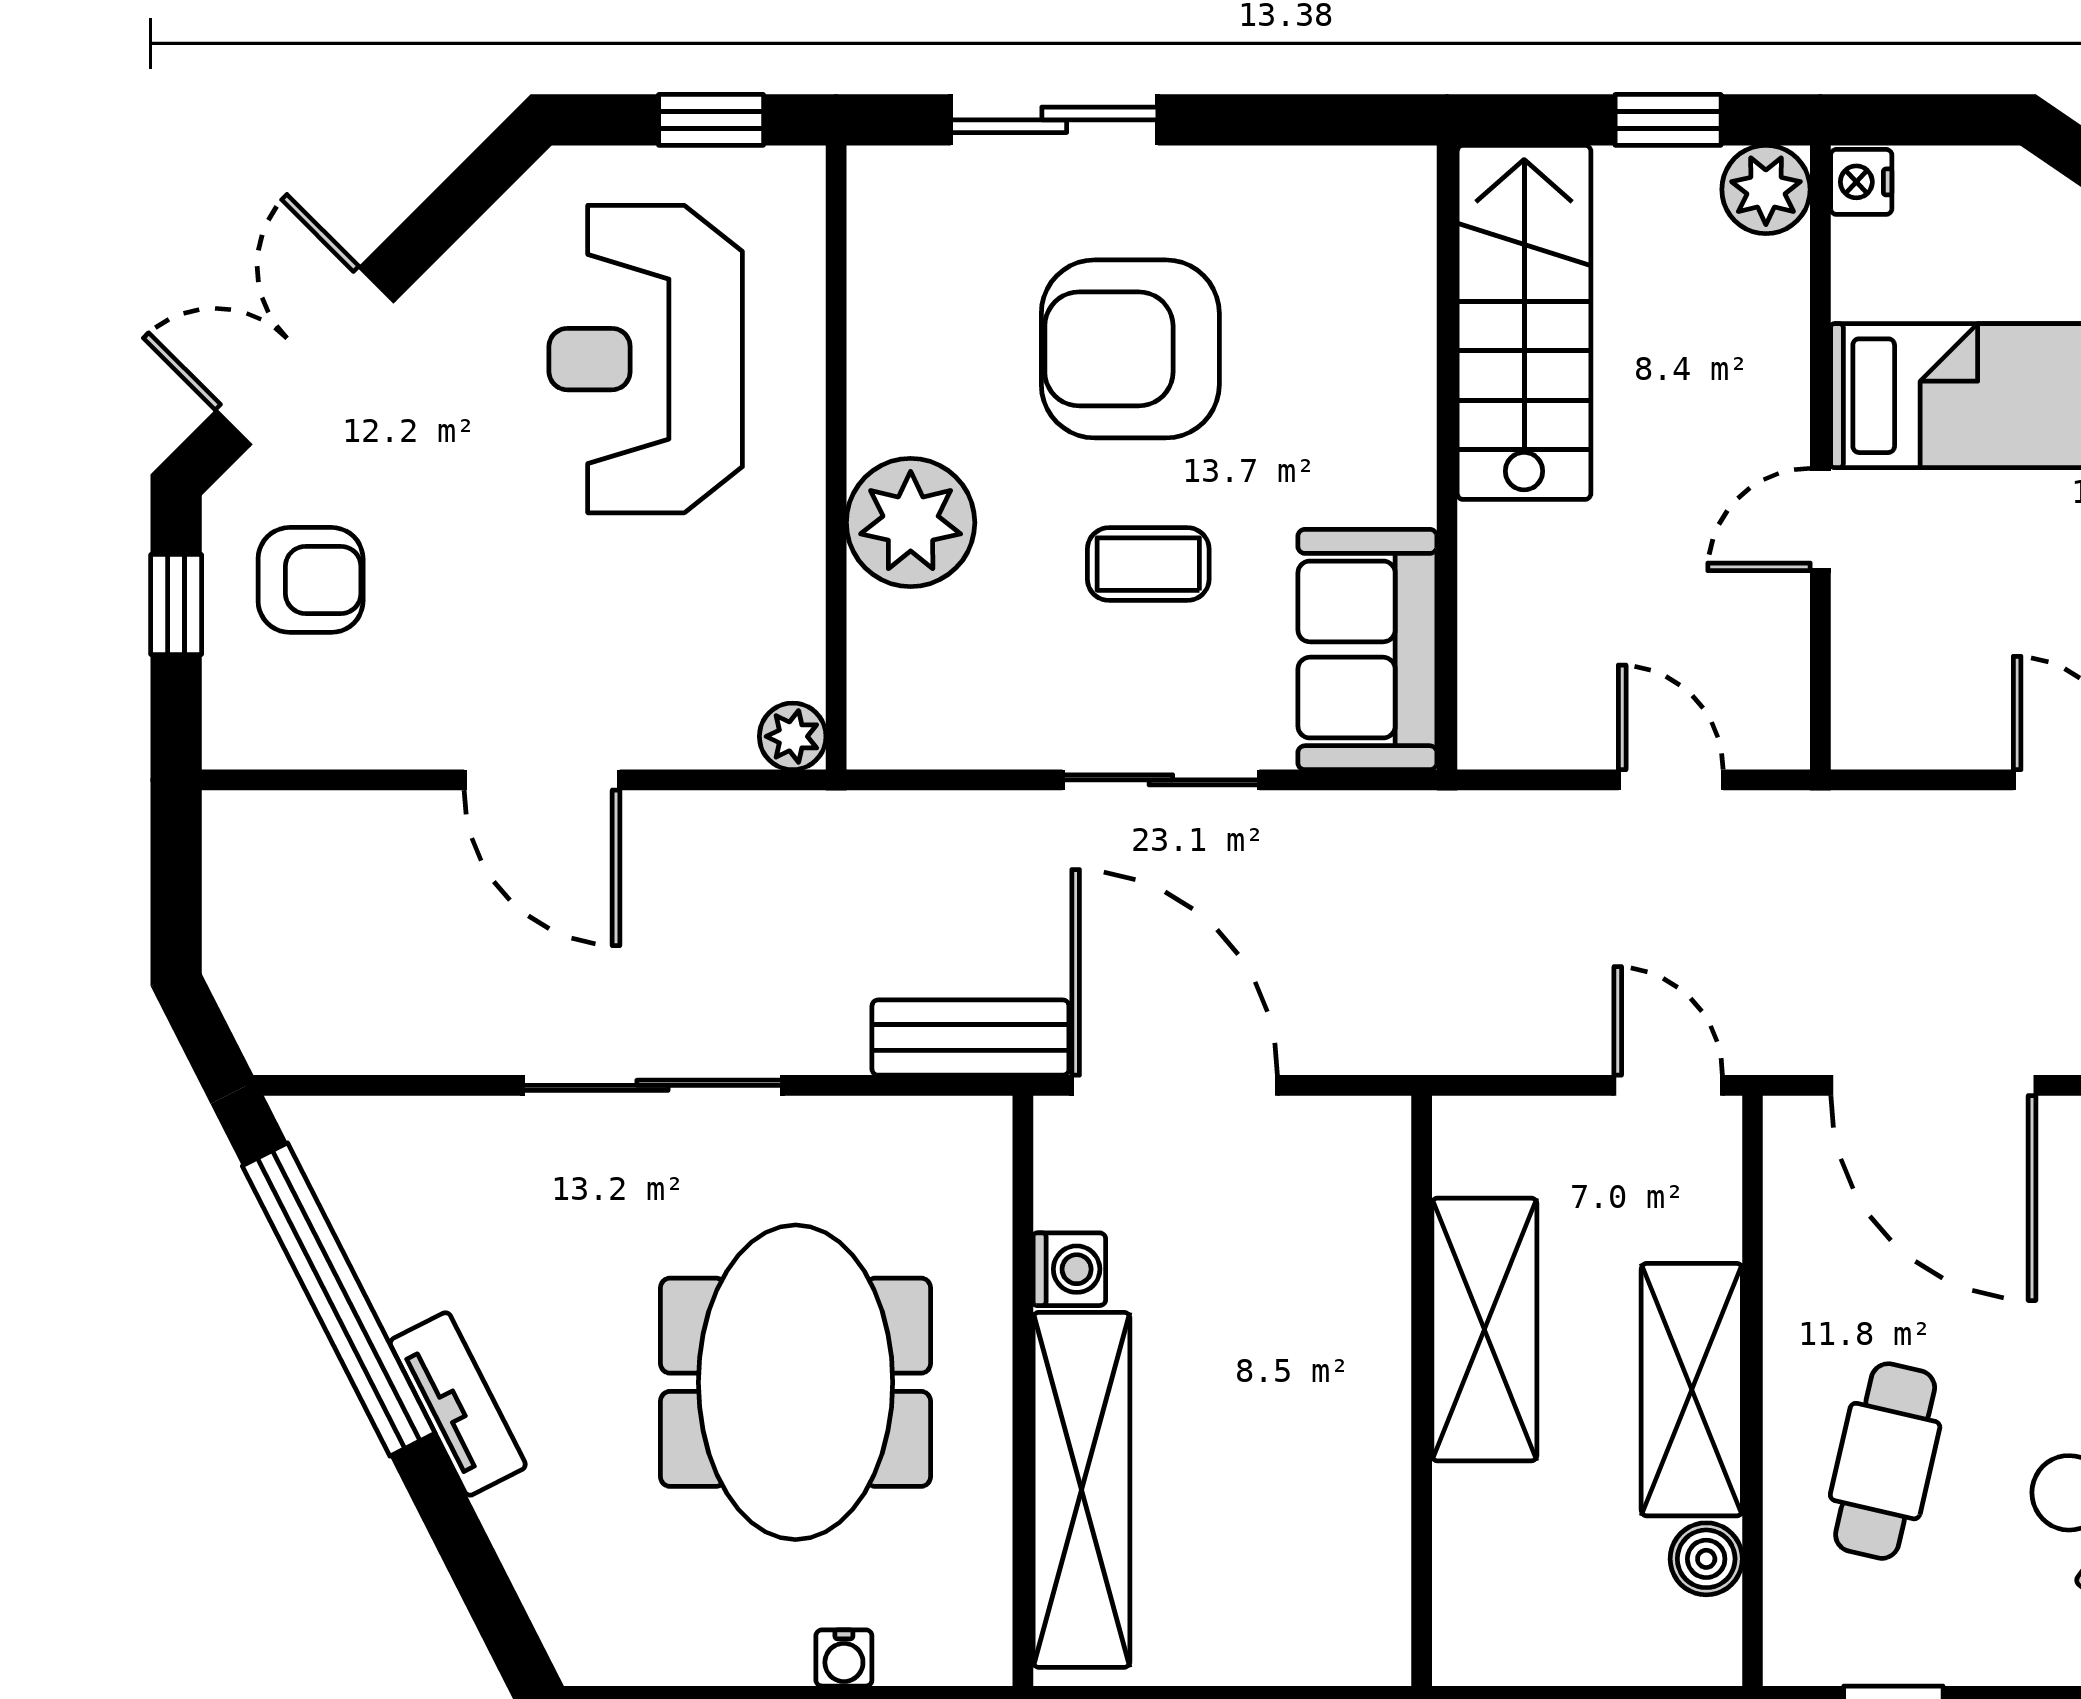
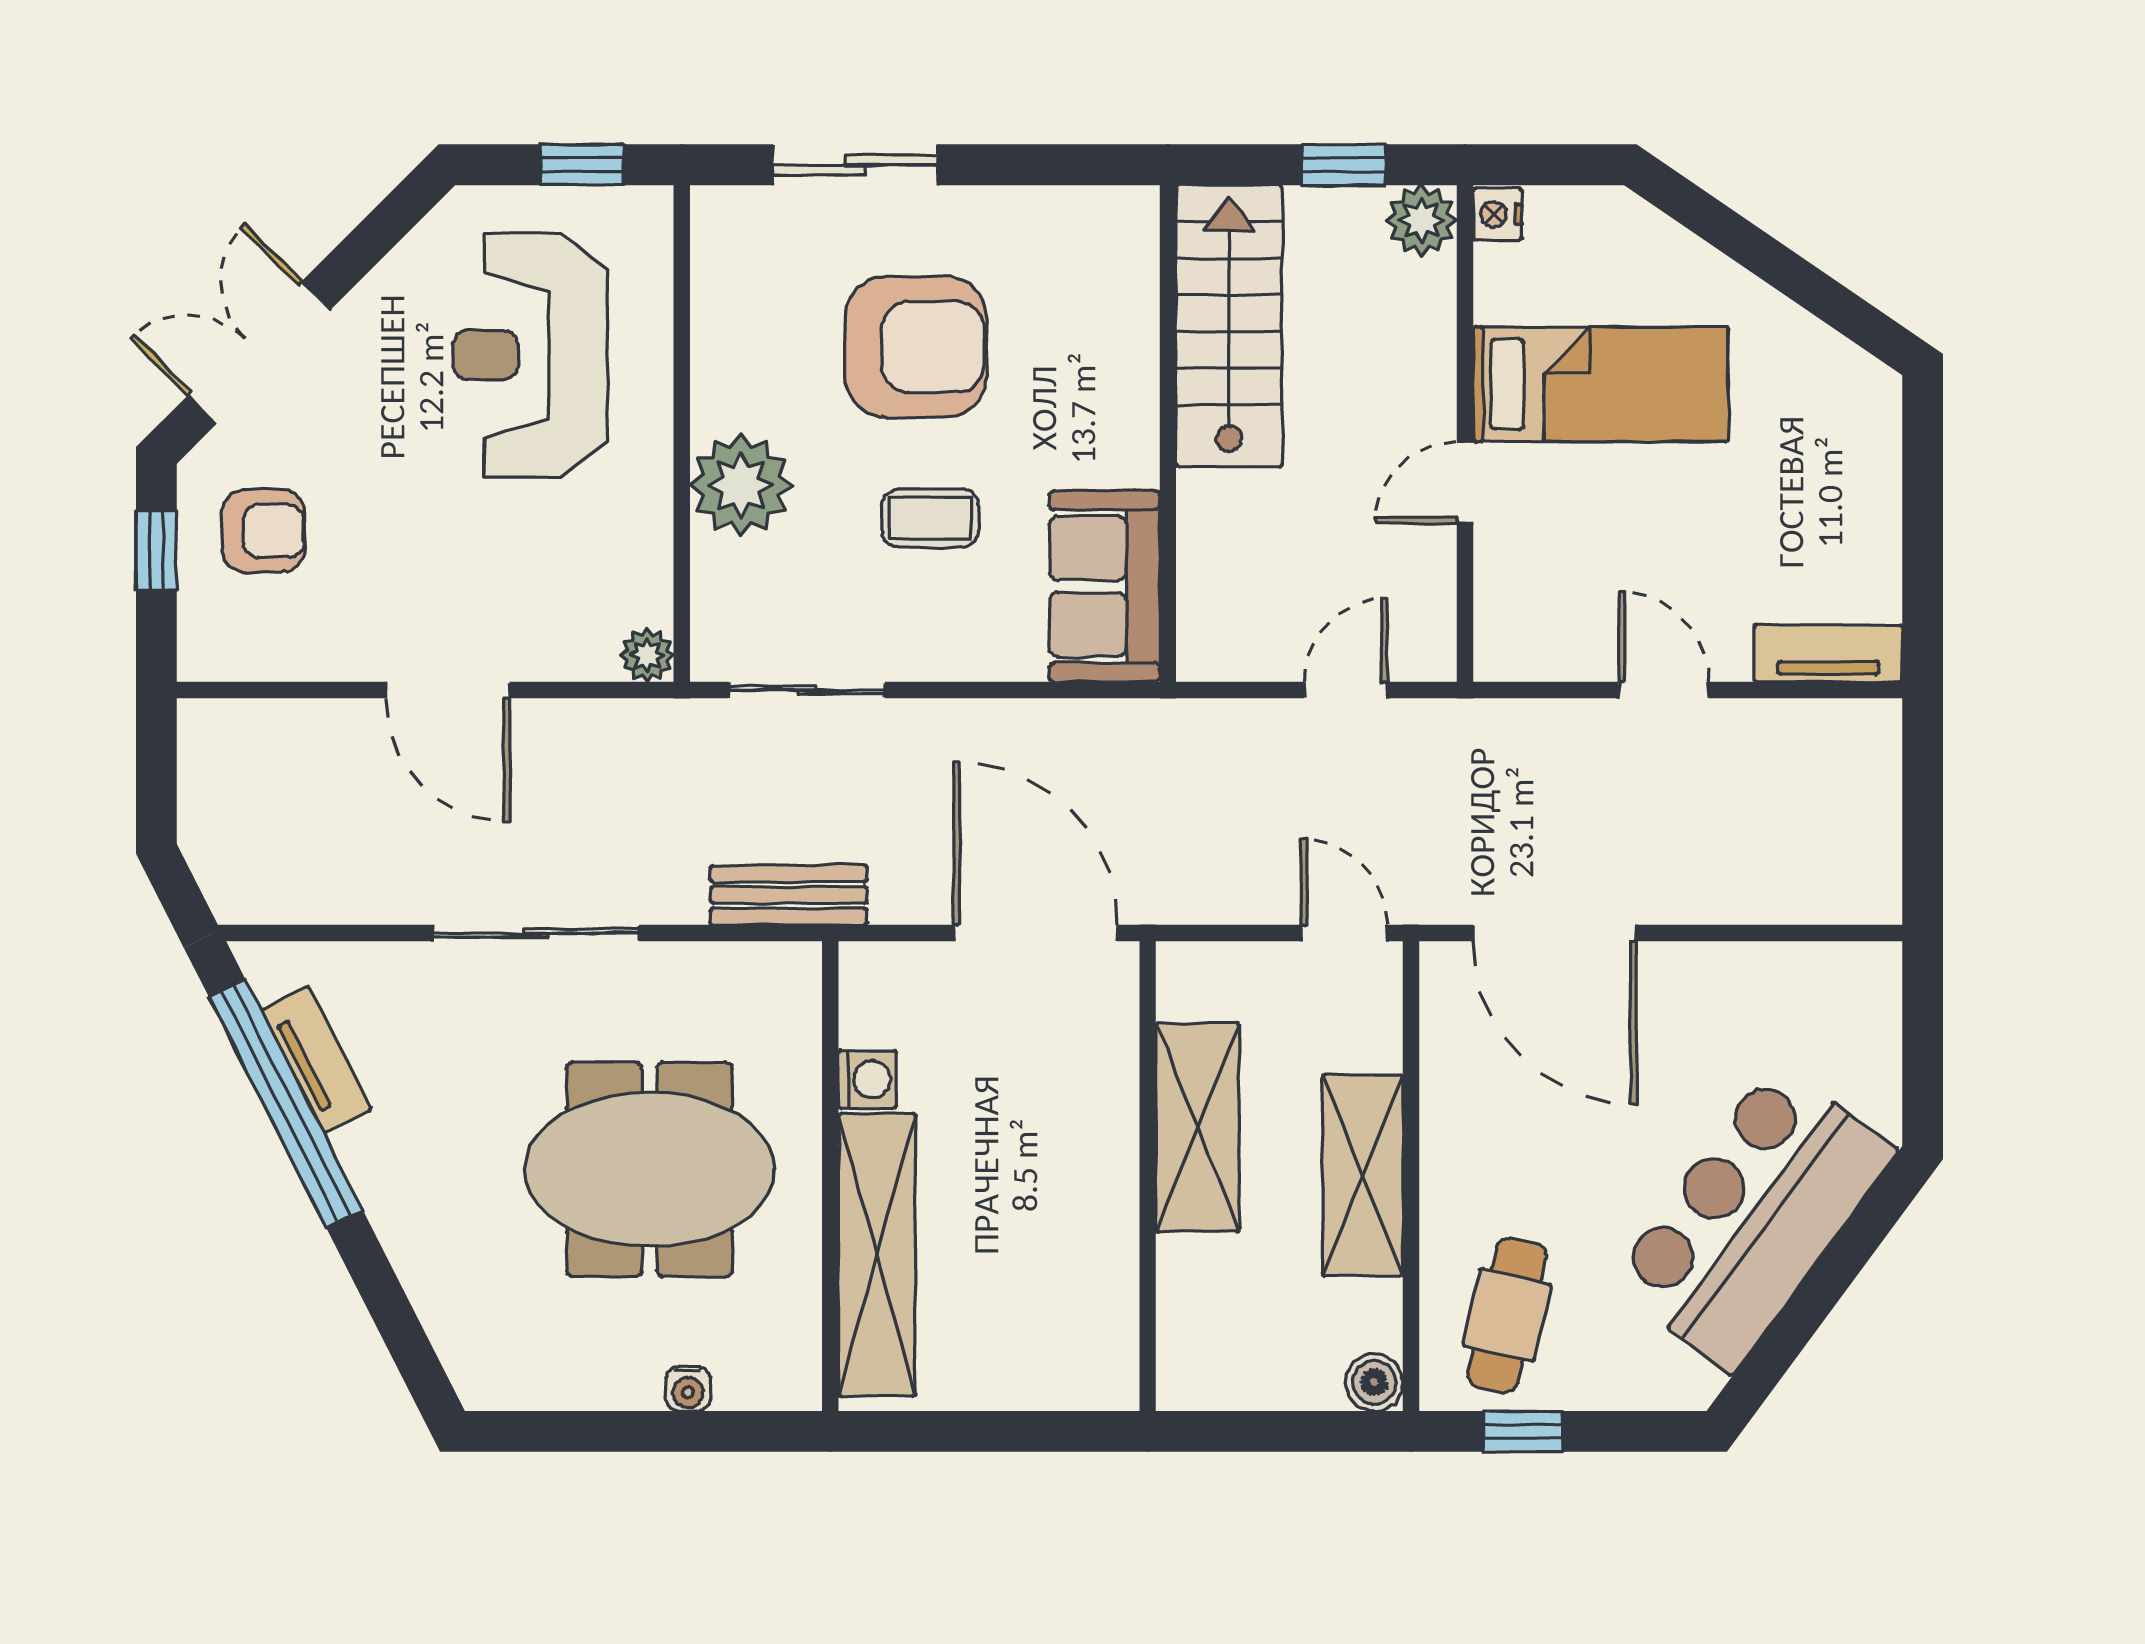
armchair: (1130, 349) -> (916, 347), turned 180
sliding door: (1161, 780) -> (807, 690), moved
door: (1671, 780) -> (1346, 690), hinge flipped
door: (1175, 1085) -> (1035, 933), moved
meeting table: (796, 1382) -> (649, 1169), turned 90
tv unit: (458, 1404) -> (316, 1060), moved
cafe table: (1885, 1461) -> (1507, 1315), moved
boiler: (1706, 1559) -> (1374, 1382), moved

